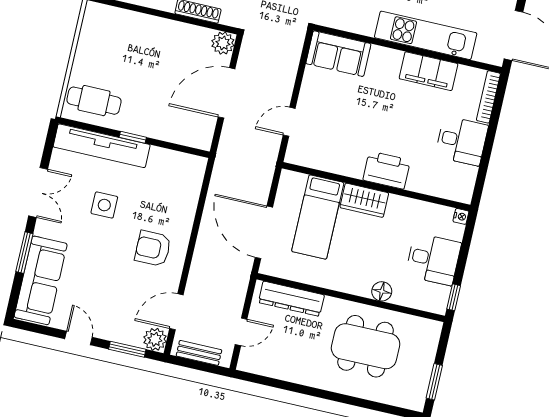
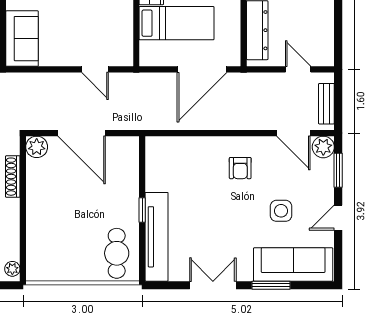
side table: (104, 205) -> (281, 211), moved
armchair: (153, 248) -> (240, 168), width x0.72, depth x0.72

